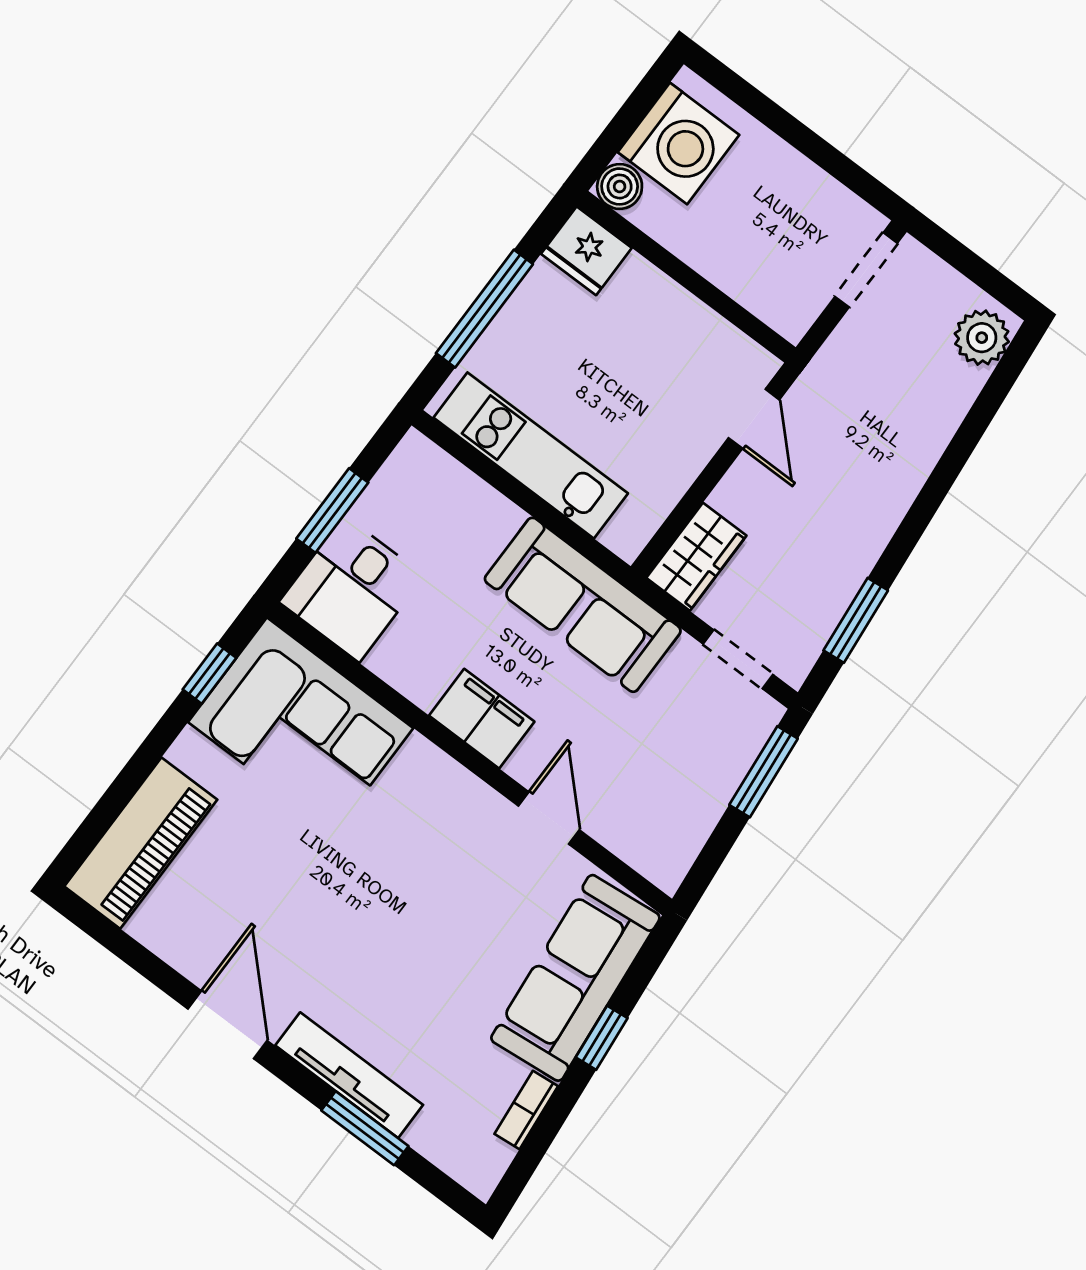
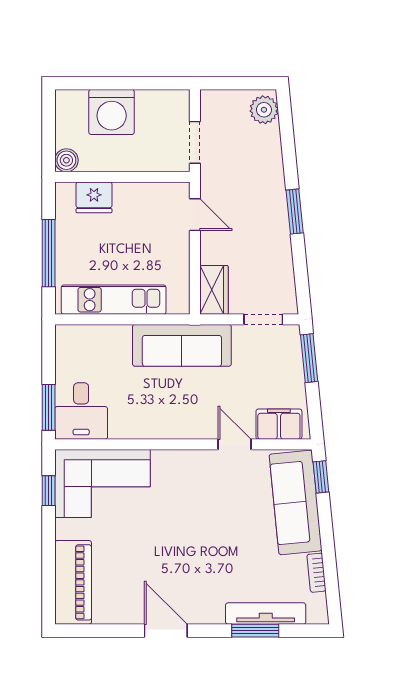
washing machine: (678, 143) -> (112, 112), moved, turned 90
fridge: (586, 251) -> (94, 197), moved
doorway: (866, 270) -> (195, 142), moved
window: (332, 511) -> (49, 407), moved
window: (856, 620) -> (295, 211), moved
filing cabinet: (482, 719) -> (279, 424), moved
window: (602, 1038) -> (321, 477), moved
tv unit: (349, 1075) -> (266, 614), moved

